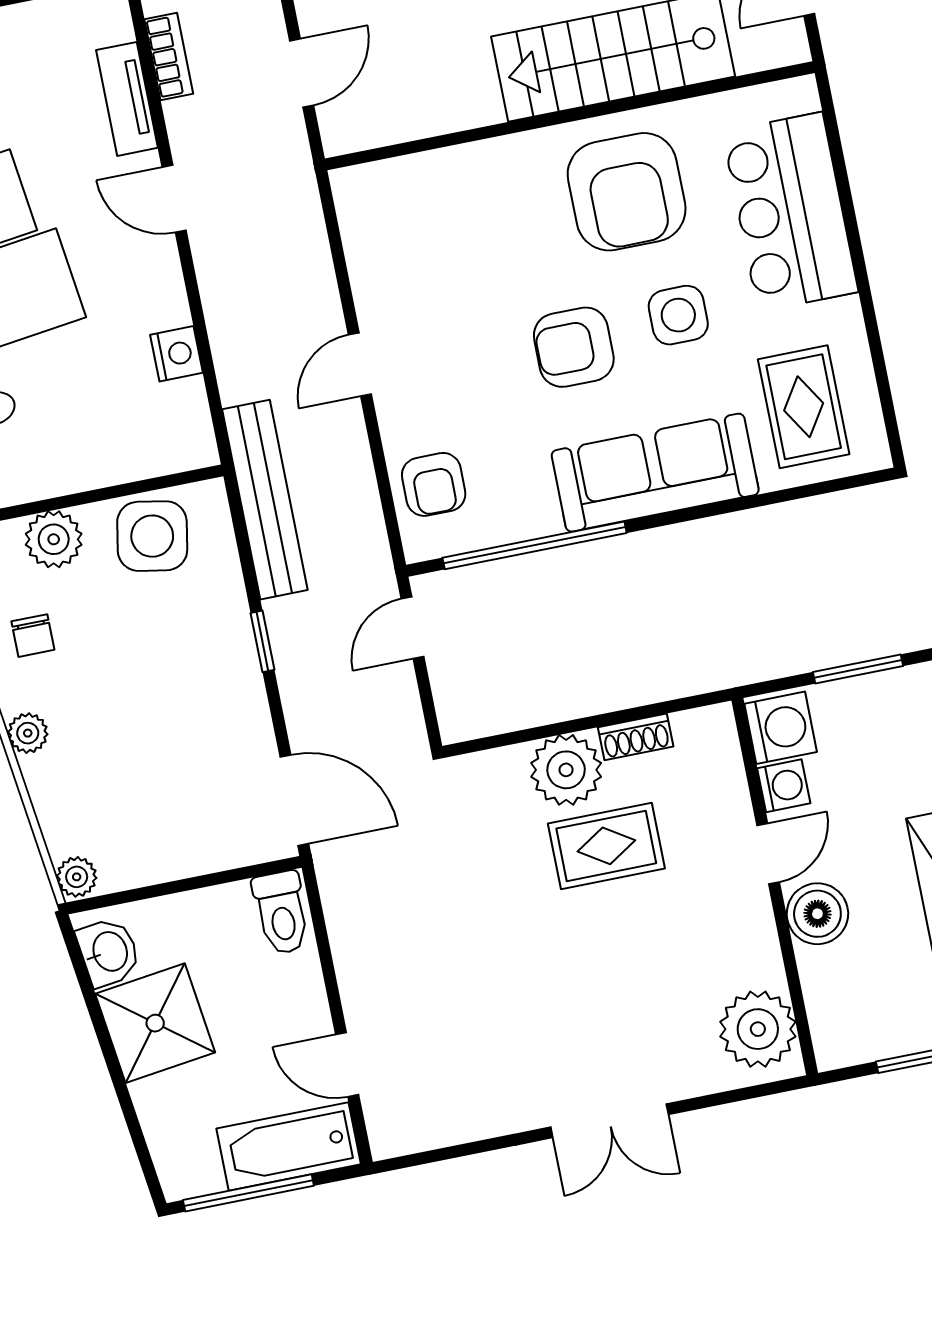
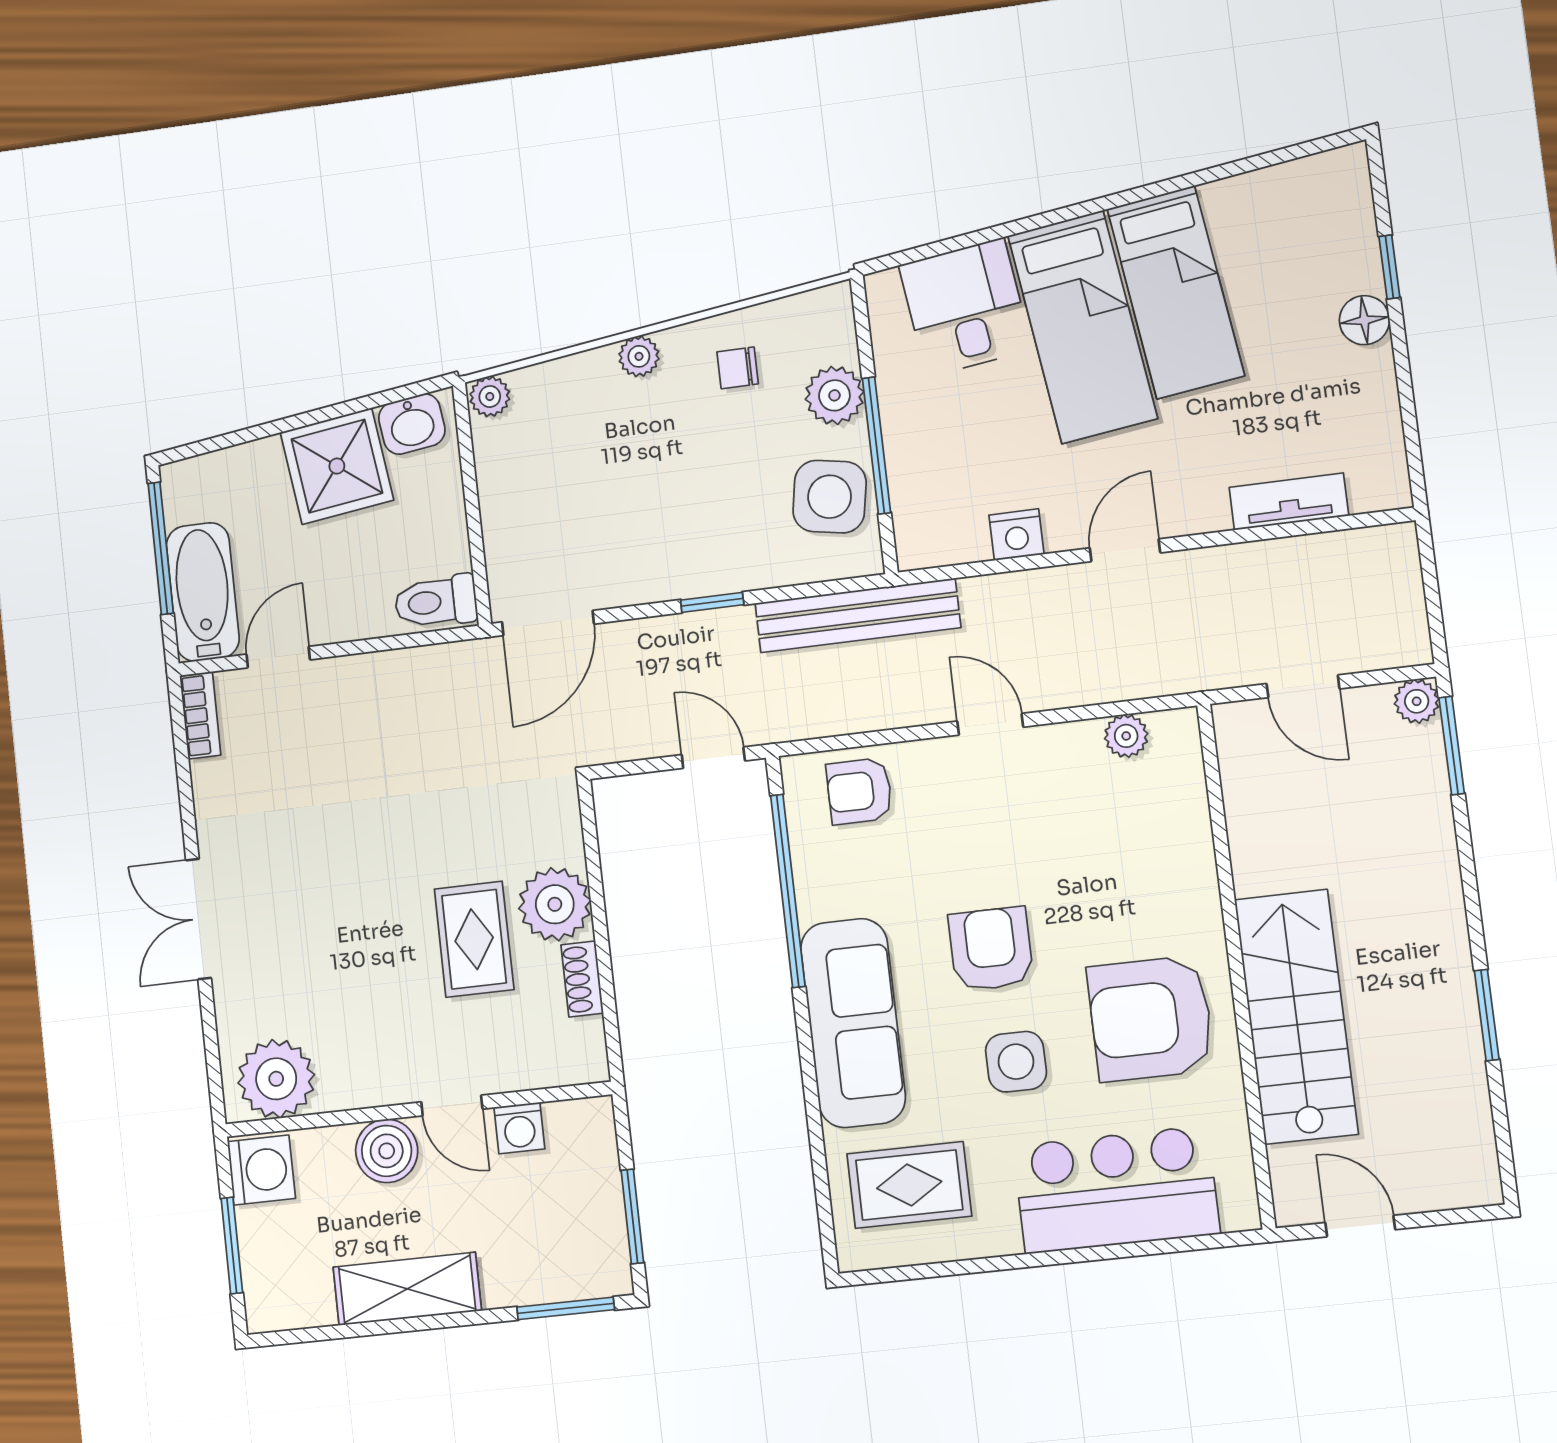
bookcase: (169, 56) -> (200, 715), moved, turned -90
door: (174, 199) -> (1125, 550), moved
plant: (361, 235) -> (1126, 736), added
window: (100, 495) -> (876, 445), added
washing machine: (781, 728) -> (261, 1170), moved, turned -90

